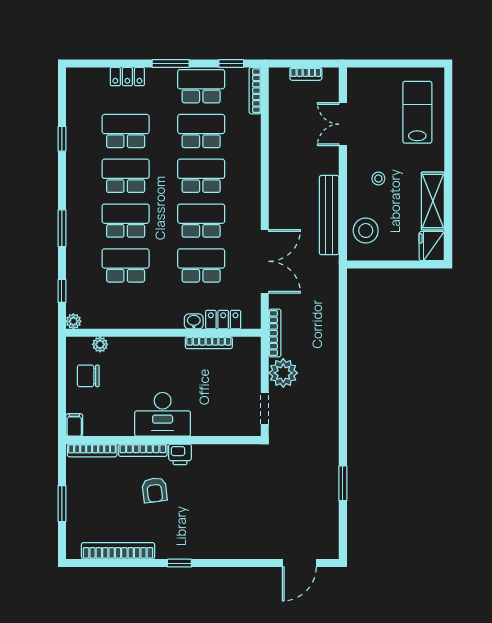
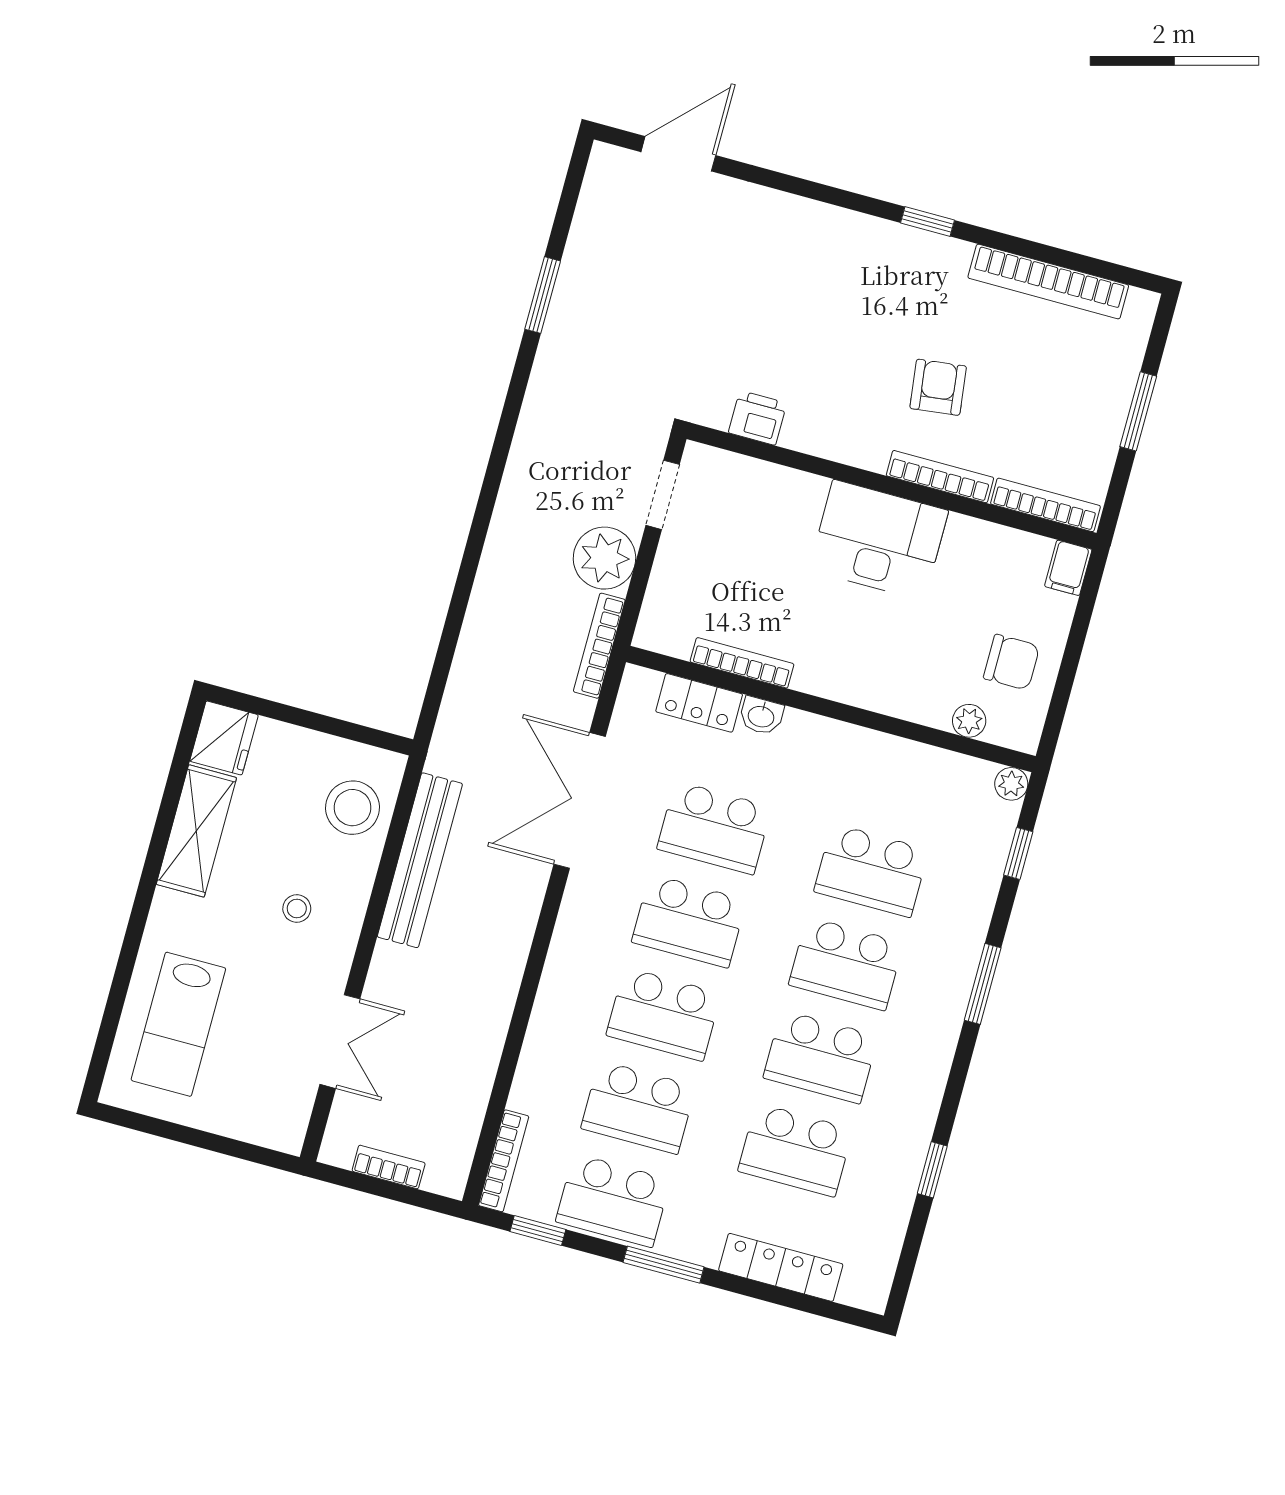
locker: (127, 77) -> (781, 1267), width x1.53
printer: (180, 454) -> (758, 418), moved

